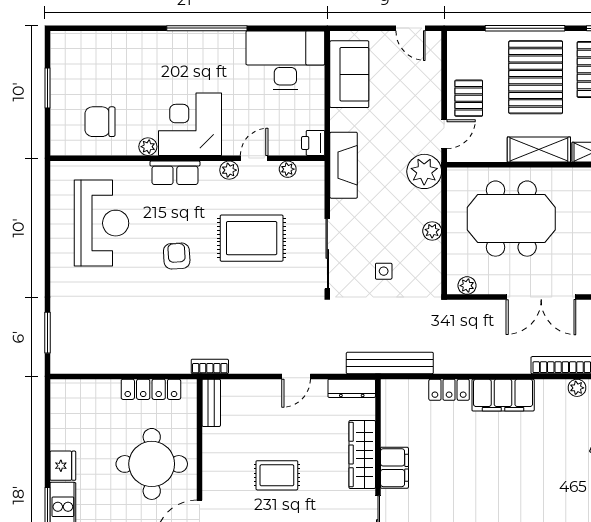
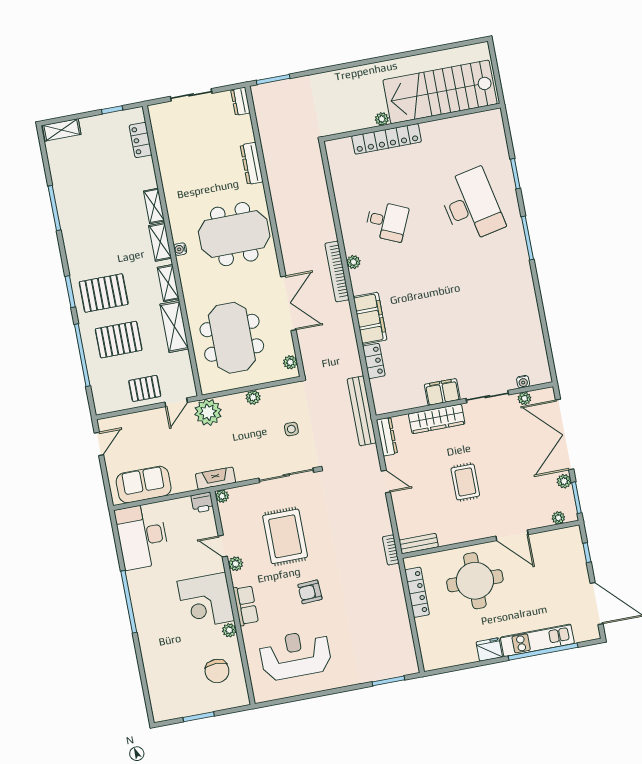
pallet: (536, 77) -> (119, 340), width x0.73, depth x0.71
door: (444, 134) -> (176, 402), swing flipped
fireplace: (344, 165) -> (216, 478), width x0.73, depth x0.76
plant: (288, 169) -> (222, 496), moved

